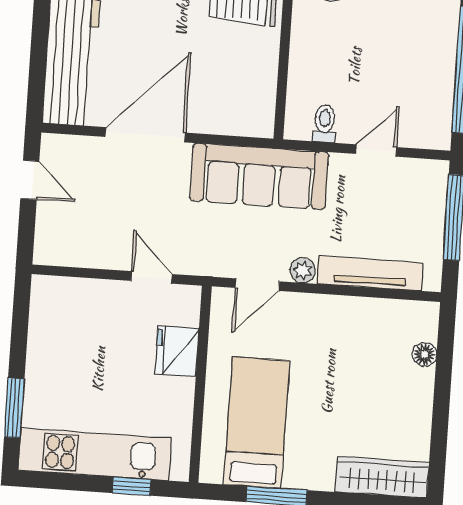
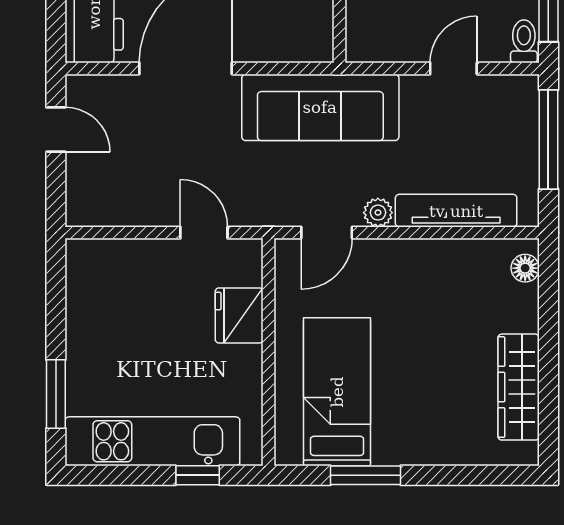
toilet: (324, 123) -> (524, 41), moved
floor lamp: (424, 354) -> (525, 268), moved
wardrobe: (382, 477) -> (519, 387), moved, turned -90

